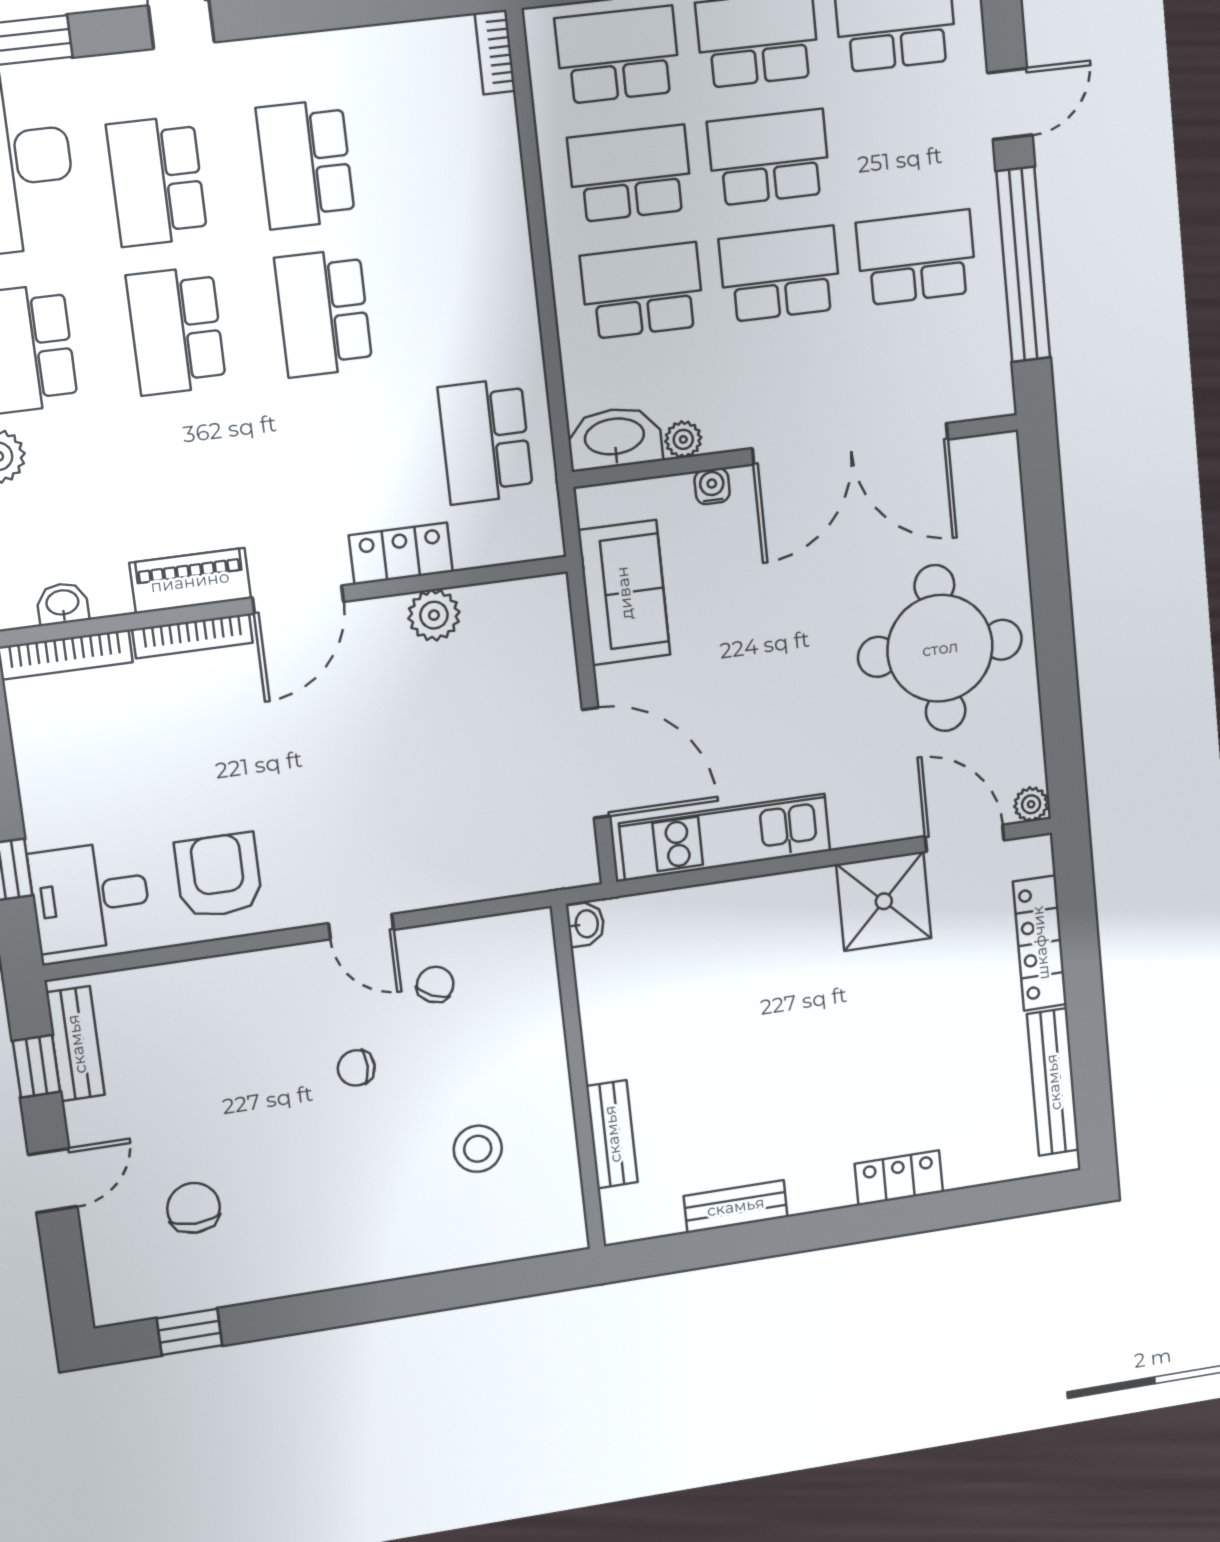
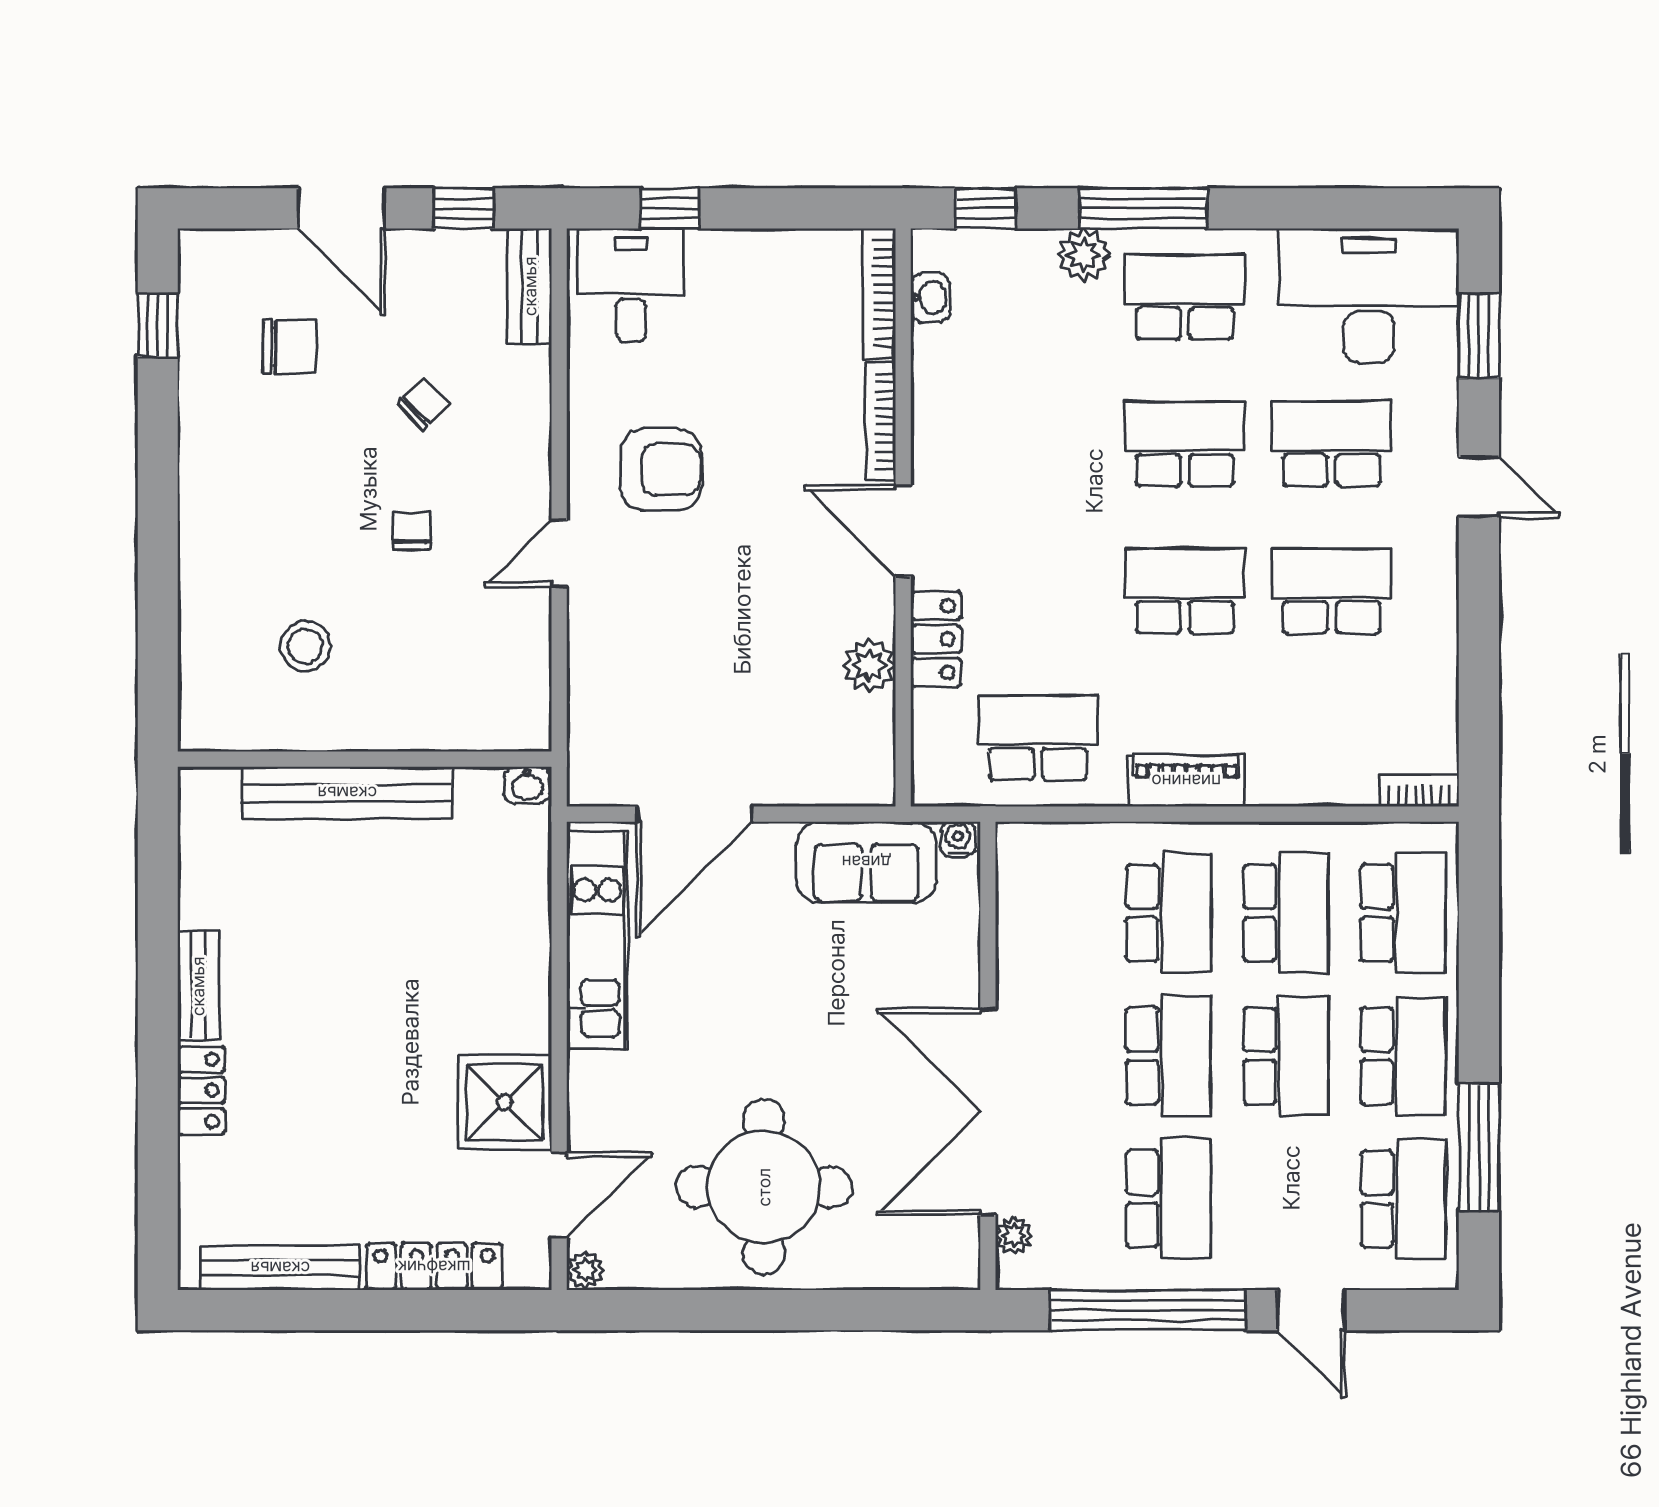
washbasin: (615, 438) -> (1024, 869), removed
plant: (683, 439) -> (1014, 1236), moved
water cooler: (712, 486) -> (958, 839), moved, turned -90
piano: (190, 581) -> (1186, 781), moved, turned -90
armchair: (219, 876) -> (661, 469), moved
chair: (435, 984) -> (424, 404), moved, turned -69
bench: (76, 1044) -> (530, 286), moved, turned 90
bench: (612, 1134) -> (347, 793), width x1.86, depth x1.21
door: (53, 1181) -> (342, 208), width x1.38
bench: (736, 1206) -> (198, 986), moved

